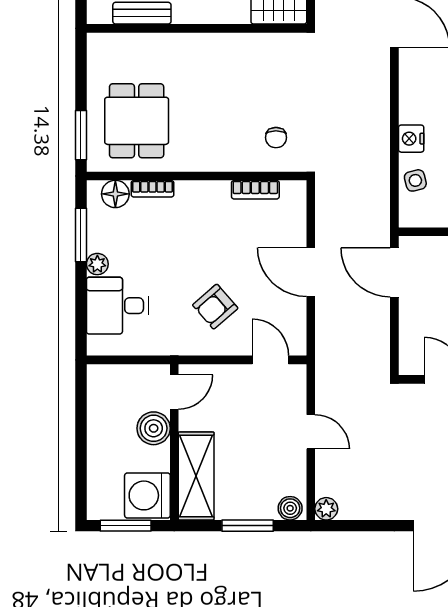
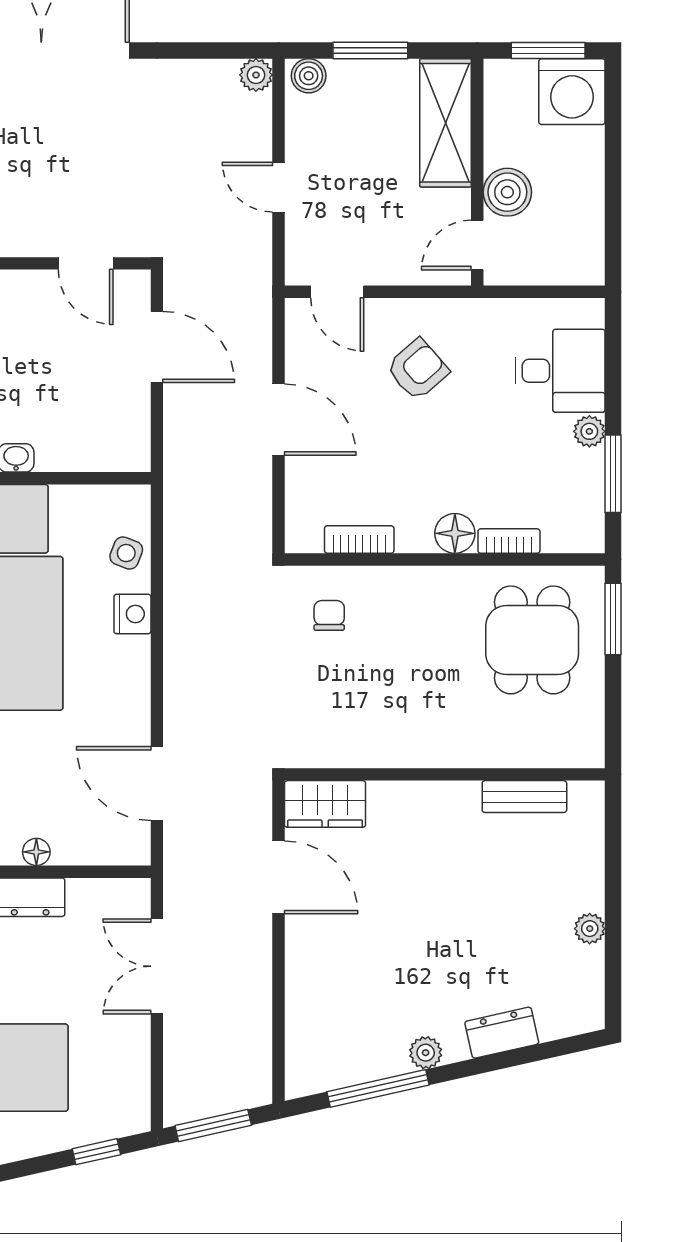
side table: (415, 180) -> (126, 553), turned 35
floor lamp: (115, 194) -> (455, 533), moved
door: (394, 273) -> (157, 347), moved
washing machine: (147, 495) -> (572, 92), moved, turned 90

